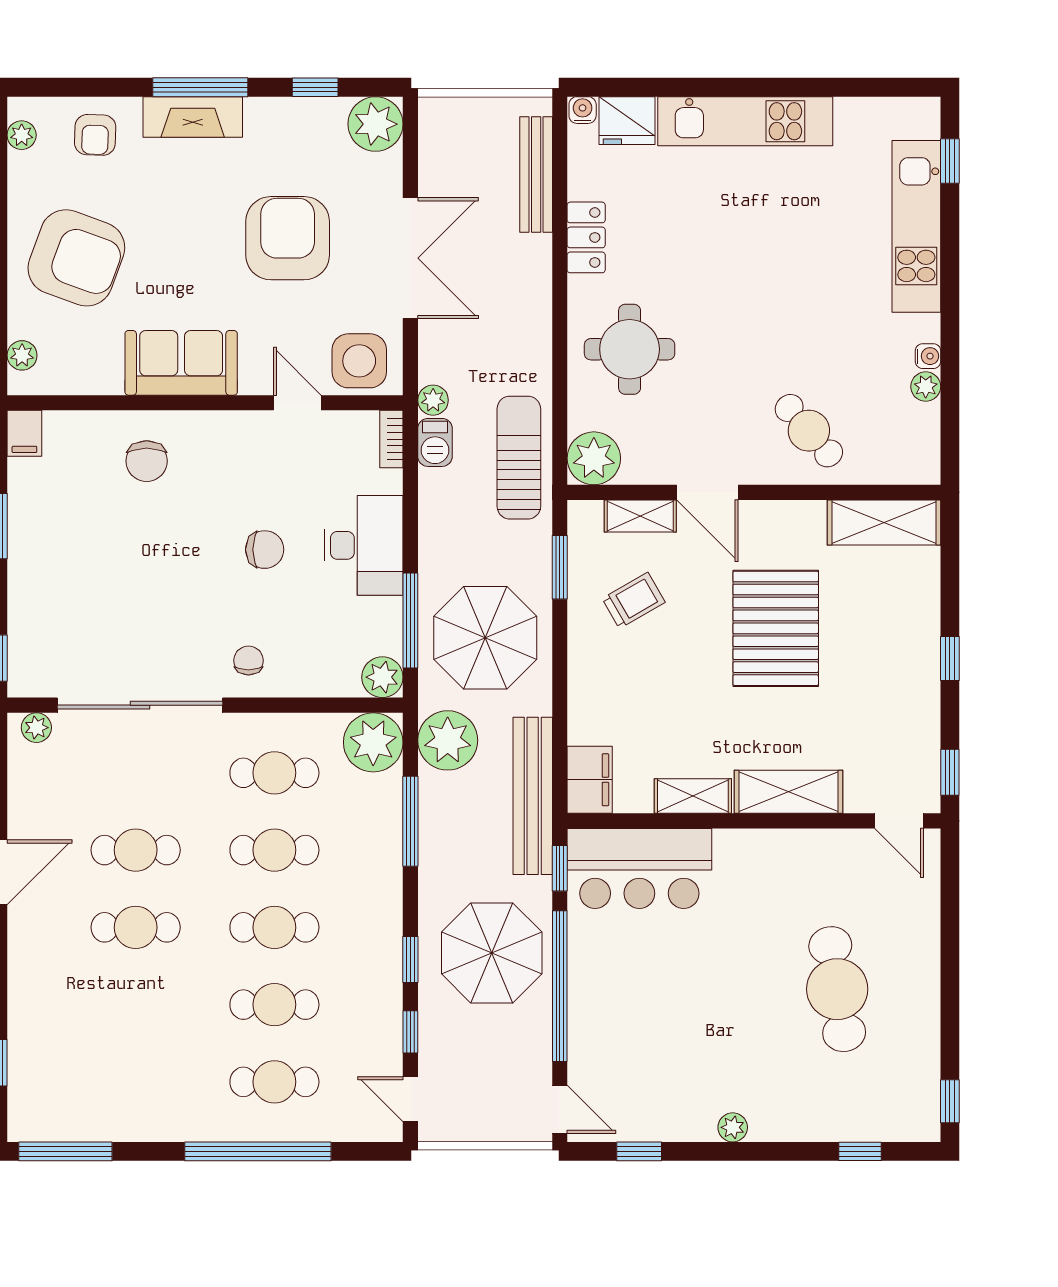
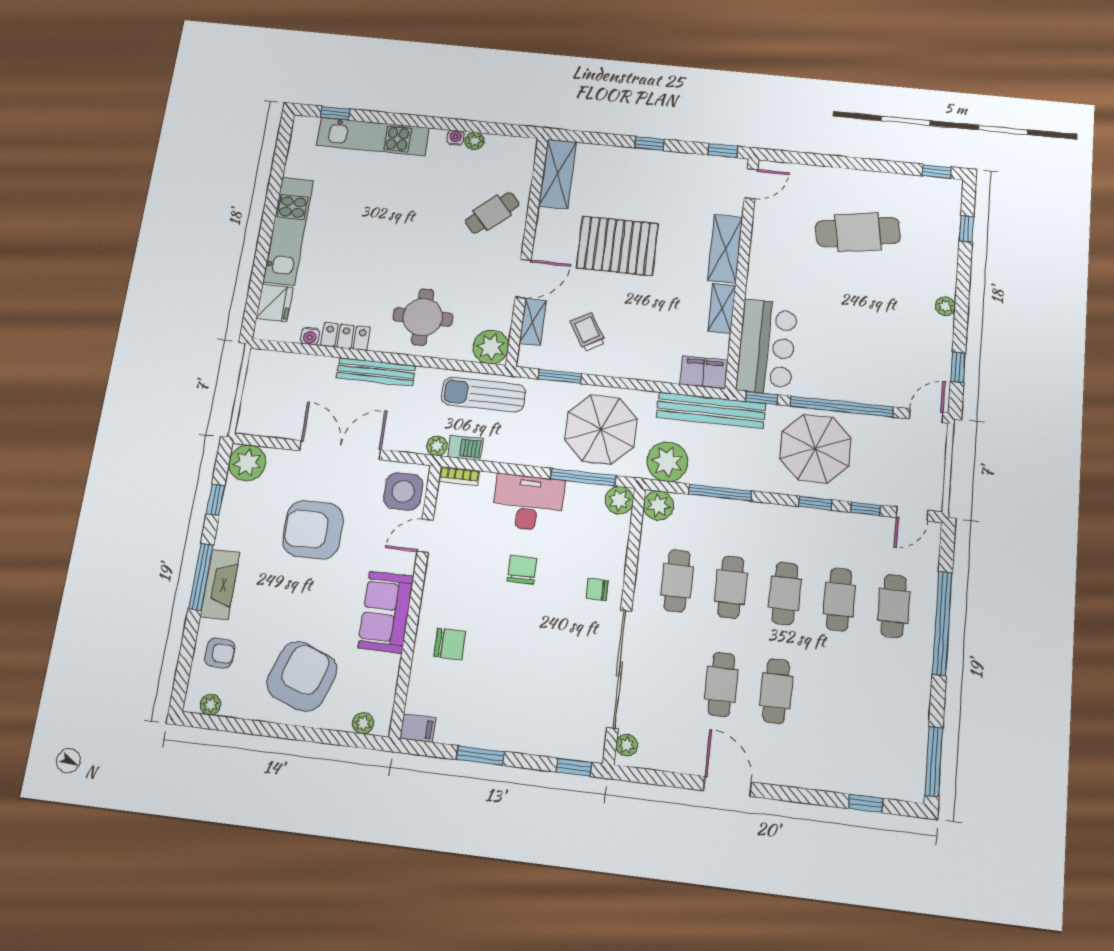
water cooler: (583, 110) -> (310, 336), moved, turned -90
bench: (536, 175) -> (376, 372), moved
plant: (373, 742) -> (658, 505), width x0.73, depth x0.73

